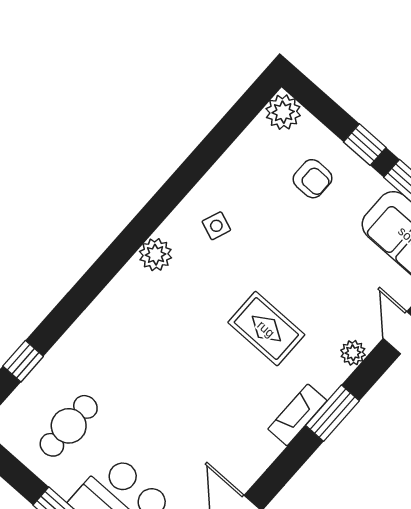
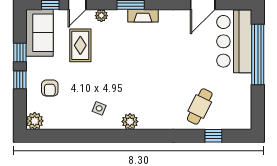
armchair: (313, 179) -> (50, 88), turned 180
rug: (266, 329) -> (80, 45), moved
cafe table: (69, 426) -> (200, 106), moved, turned -64

